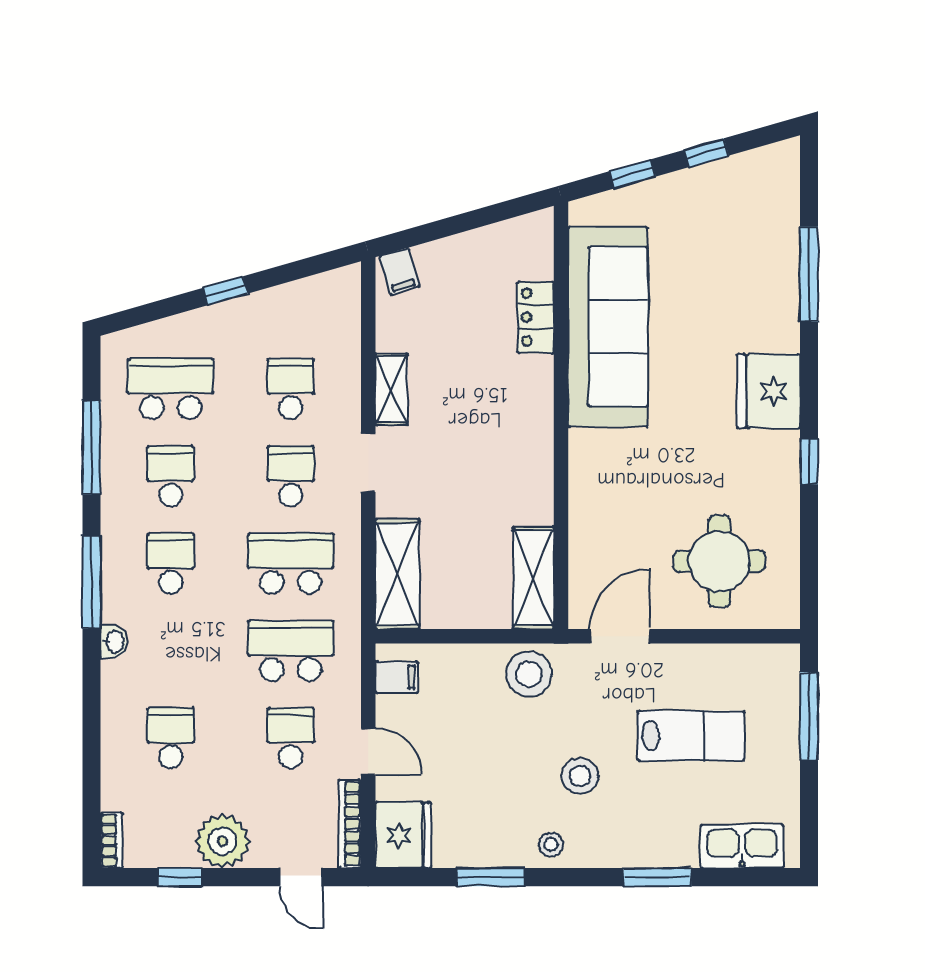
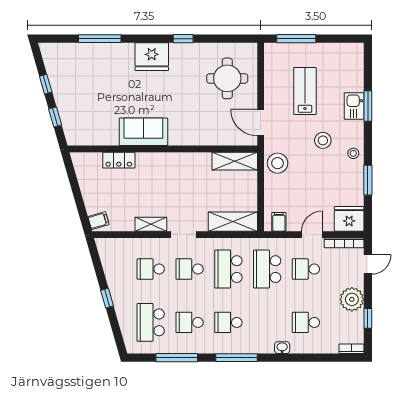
sofa: (608, 327) -> (143, 132), width x0.54, depth x0.79
washbasin: (114, 641) -> (282, 348), moved
kitchen sink: (742, 846) -> (354, 106), moved, width x0.73

